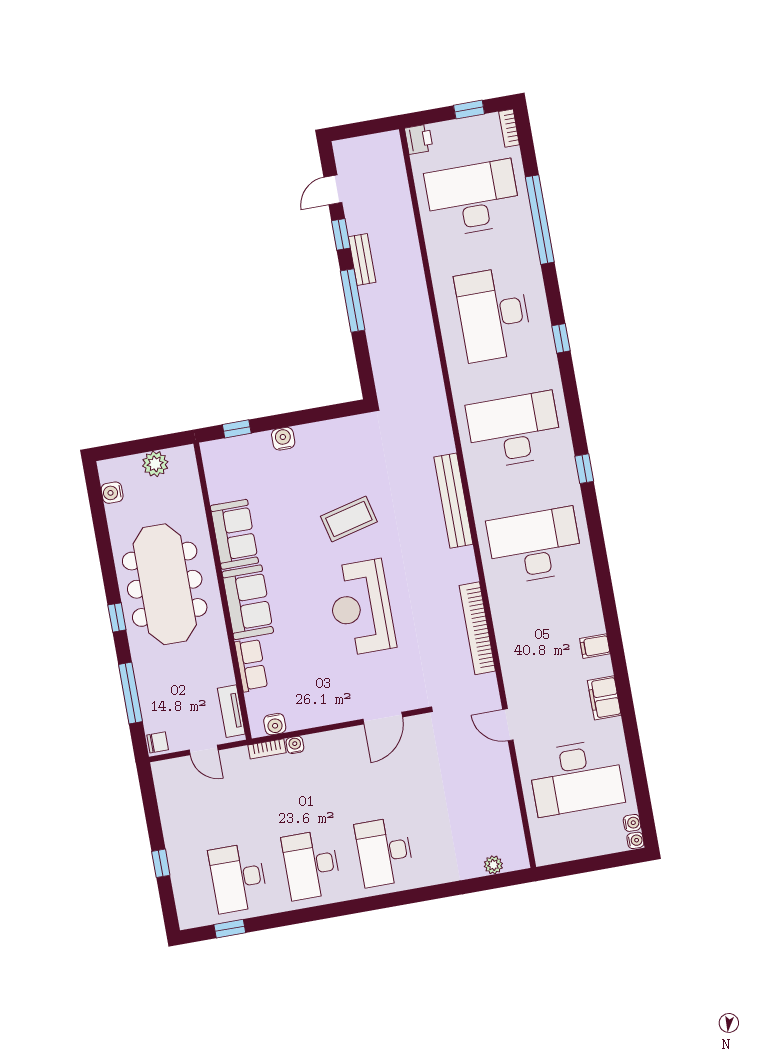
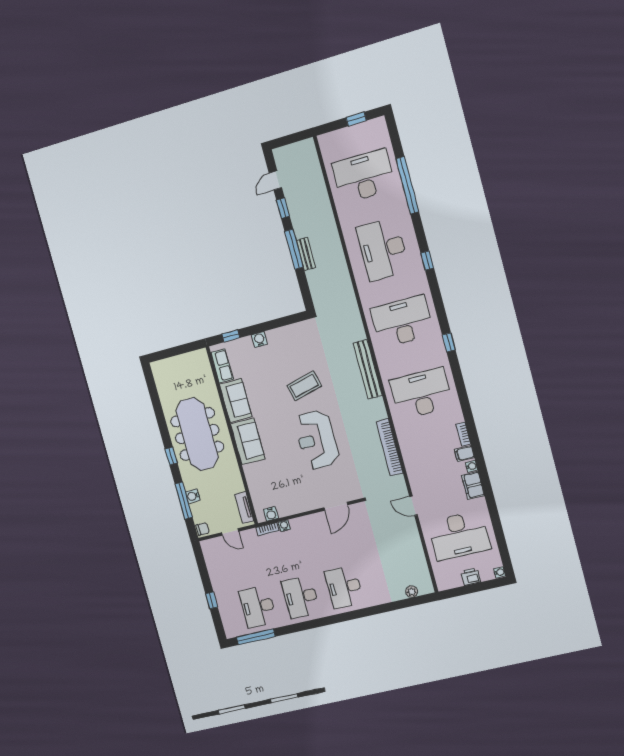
bookcase: (509, 128) -> (463, 434), moved
printer: (419, 139) -> (471, 577), moved, turned -90
bench: (362, 259) -> (306, 254), moved
plant: (155, 464) -> (184, 361), removed
water cooler: (112, 493) -> (193, 496), moved
row of seats: (251, 665) -> (222, 366), moved
water cooler: (632, 823) -> (471, 466), moved
window: (230, 929) -> (256, 637), width x2.17

